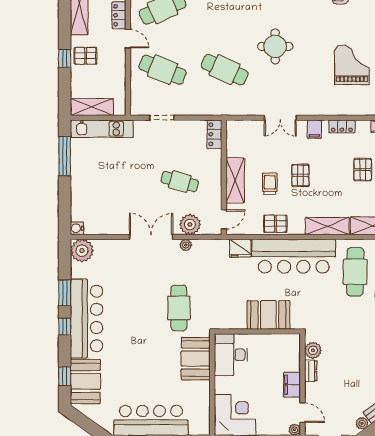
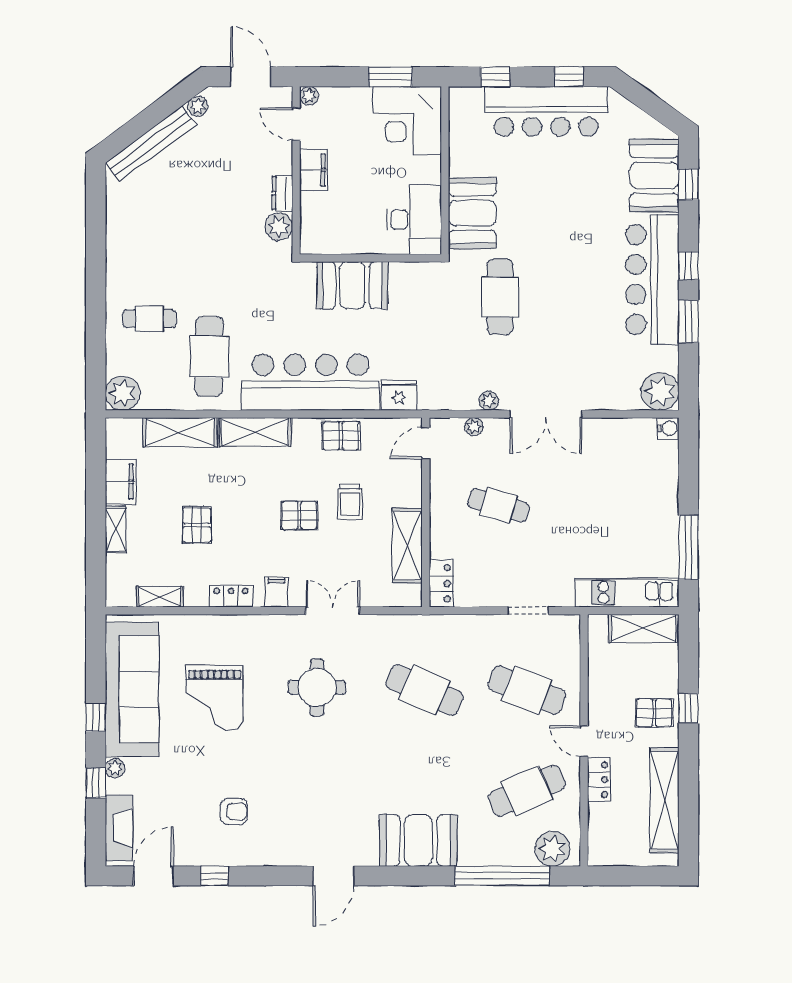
round table: (275, 46) -> (317, 687), moved
pallet: (301, 175) -> (299, 515), turned 90
shelving: (235, 180) -> (407, 546), moved
plant: (190, 224) -> (474, 427), width x0.53, depth x0.53

